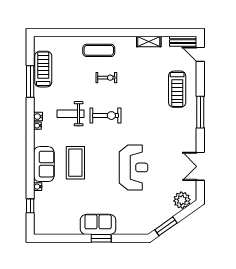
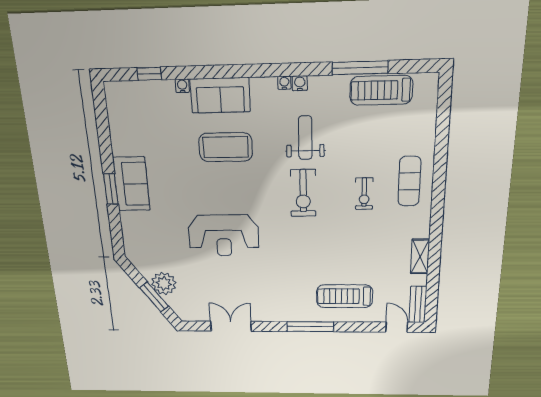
door: (200, 54) -> (397, 327), hinge flipped
treadmill: (43, 69) -> (381, 90), turned 180
plant: (182, 200) -> (164, 284), moved
window: (166, 226) -> (154, 297), moved

